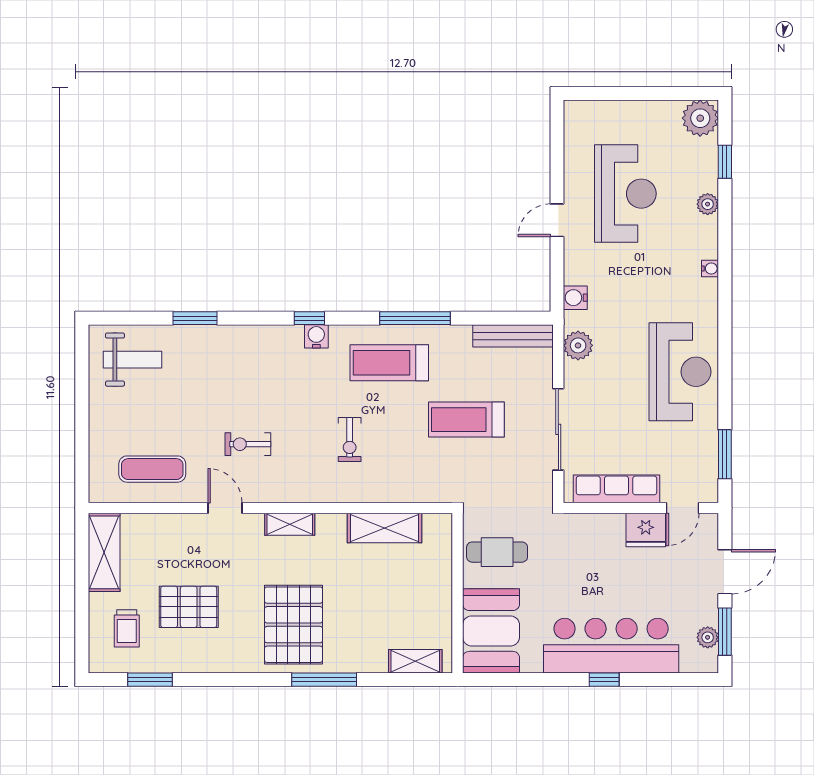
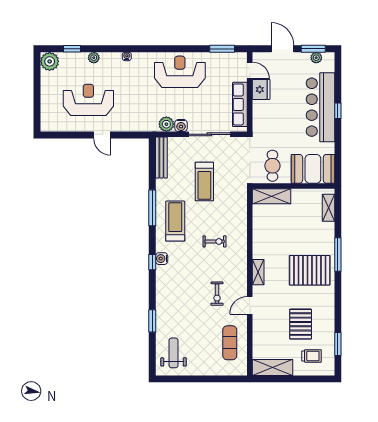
water cooler: (575, 298) -> (181, 126), moved
treadmill: (389, 363) -> (175, 221), turned 180
shelving: (385, 528) -> (271, 196), moved, turned 90

